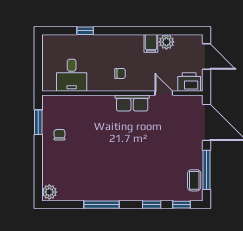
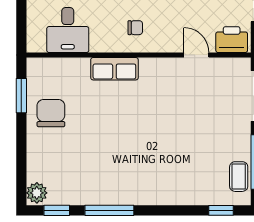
row of seats: (132, 103) -> (114, 69), moved
chair: (59, 135) -> (51, 113), width x1.87, depth x1.87
window: (152, 205) -> (57, 210), moved

